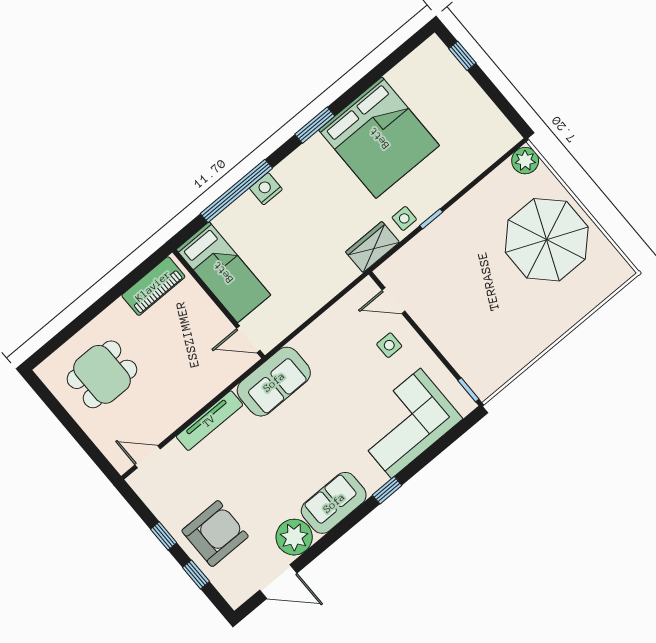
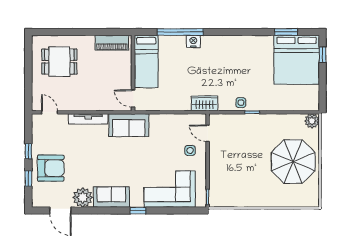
window: (315, 125) -> (286, 32), moved
bed: (379, 138) -> (297, 60), moved
wardrobe: (372, 247) -> (205, 103), moved

